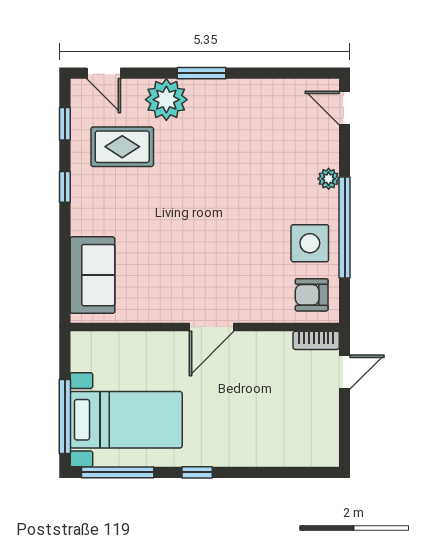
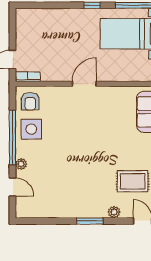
plant: (166, 100) -> (114, 212), width x0.53, depth x0.53
door: (345, 108) -> (12, 187), moved
armchair: (312, 295) -> (30, 101), turned 90

